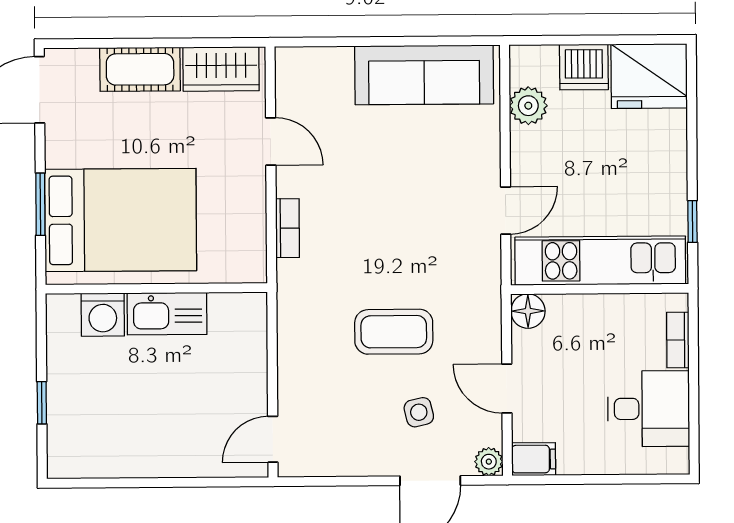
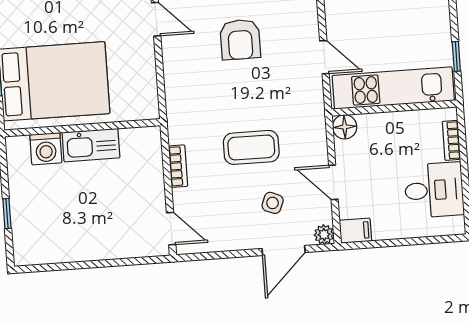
armchair: (388, 178) -> (240, 40), added
door: (506, 211) -> (324, 57), hinge flipped
bookcase: (287, 228) -> (178, 166), moved
side table: (419, 412) -> (273, 203), turned 35
door: (273, 439) -> (171, 229), swing flipped

